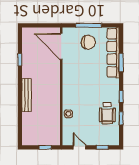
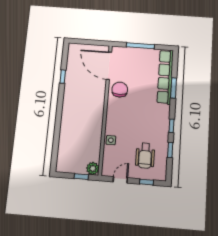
chair: (88, 42) -> (120, 90), moved, turned -90
bench: (27, 95) -> (66, 115), removed
wheelchair: (107, 113) -> (145, 156), moved
plant: (55, 140) -> (93, 168), added
door: (79, 147) -> (120, 180), hinge flipped

